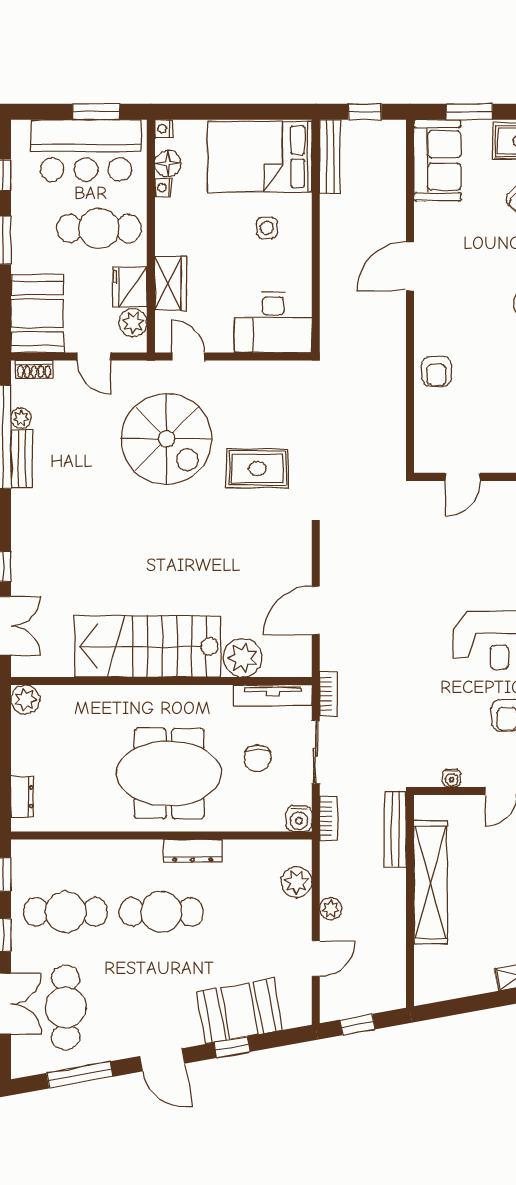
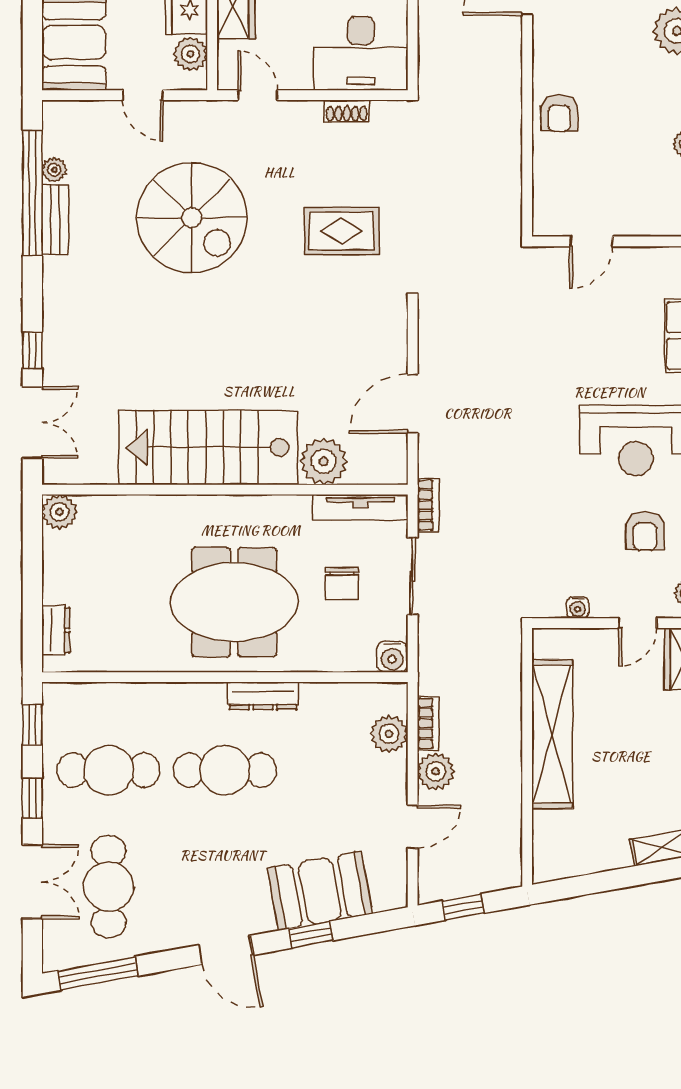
shoe rack: (34, 370) -> (347, 111), moved
spiral stairs: (166, 439) -> (192, 218), moved
bookcase: (329, 819) -> (428, 723), moved
bench: (395, 829) -> (509, 670), removed
plant: (331, 909) -> (436, 771), width x1.38, depth x1.38
window: (80, 1075) -> (98, 973), moved

